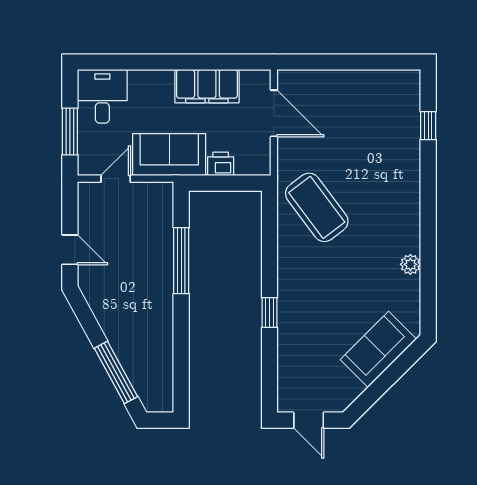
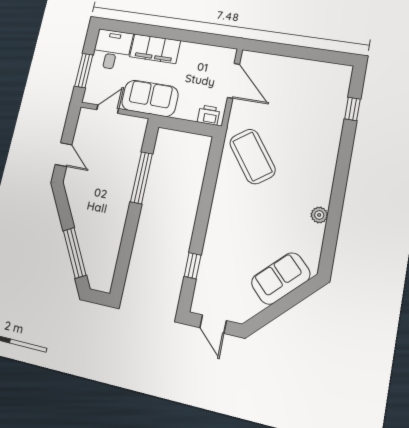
filing cabinet: (207, 86) -> (155, 49), moved
printer: (221, 164) -> (209, 115), moved
window: (269, 313) -> (193, 266), moved

